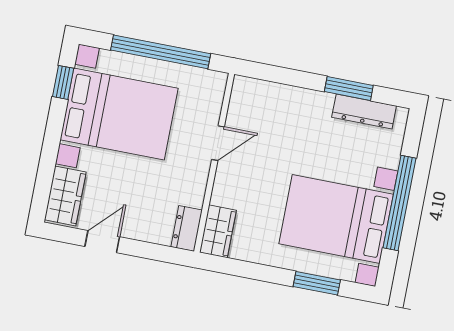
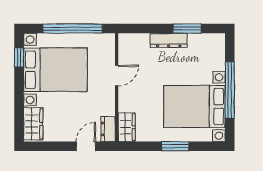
dresser: (364, 112) -> (169, 40), moved
door: (102, 242) -> (86, 146), moved
window: (317, 283) -> (175, 146), moved

